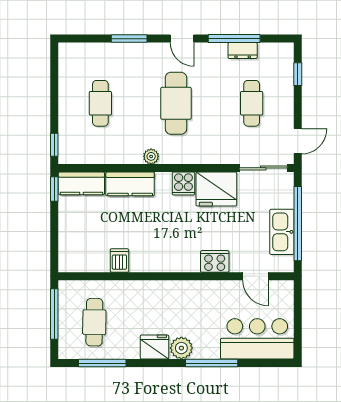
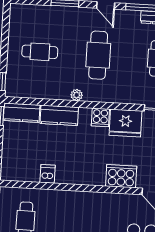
cafe table: (100, 103) -> (40, 52), turned 90
cooker: (215, 261) -> (121, 176), width x1.37, depth x1.31

